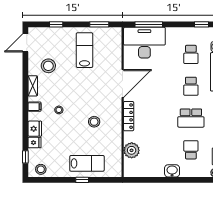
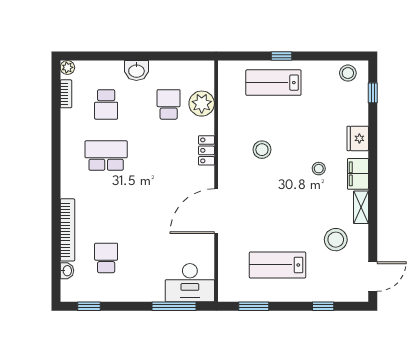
desk: (144, 43) -> (190, 283), width x0.73, depth x0.77
lab bench: (84, 50) -> (277, 265), turned 90
school desk: (191, 86) -> (169, 104), moved
filing cabinet: (35, 107) -> (358, 174), width x2.00
locker: (129, 116) -> (206, 150), width x0.66
fridge: (34, 143) -> (358, 116), removed

